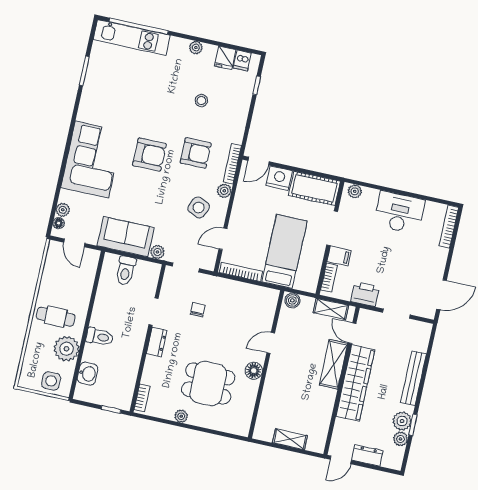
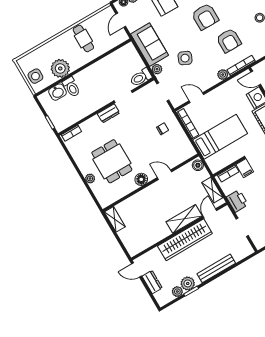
side table: (199, 208) -> (185, 58), moved
toilet: (126, 270) -> (141, 77), moved
chair: (198, 310) -> (163, 129), moved
cafe table: (56, 317) -> (83, 38), moved
toilet: (100, 337) -> (71, 87), moved
plant: (181, 416) -> (90, 179), moved
shelving: (290, 439) -> (115, 219), moved

